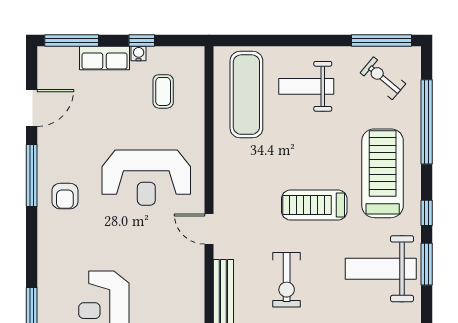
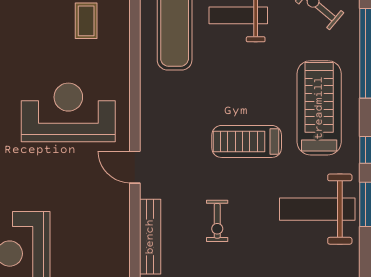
reception desk: (146, 178) -> (68, 112), turned 180
exercise bike: (287, 280) -> (217, 221), width x0.73, depth x0.72

